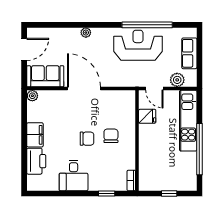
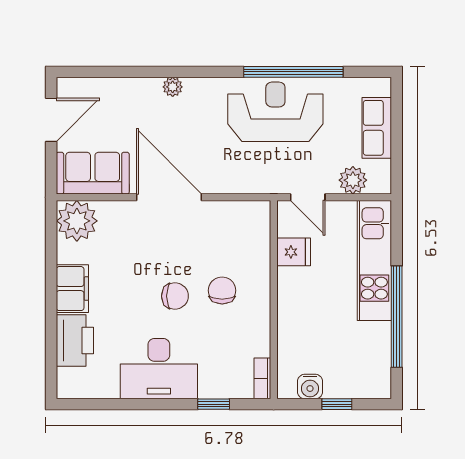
plant: (32, 96) -> (77, 221), width x1.87, depth x1.87
desk: (74, 175) -> (159, 369), width x1.37
water cooler: (156, 185) -> (310, 387), added

